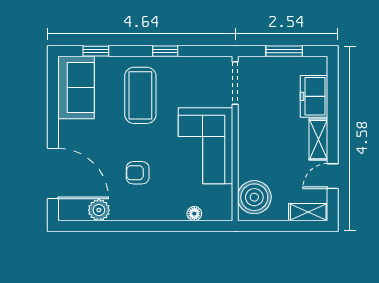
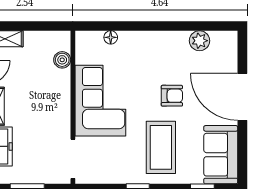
armchair: (138, 173) -> (172, 96), moved
door: (53, 174) -> (242, 97), moved
boiler: (254, 197) -> (62, 60), width x0.54, depth x0.54

